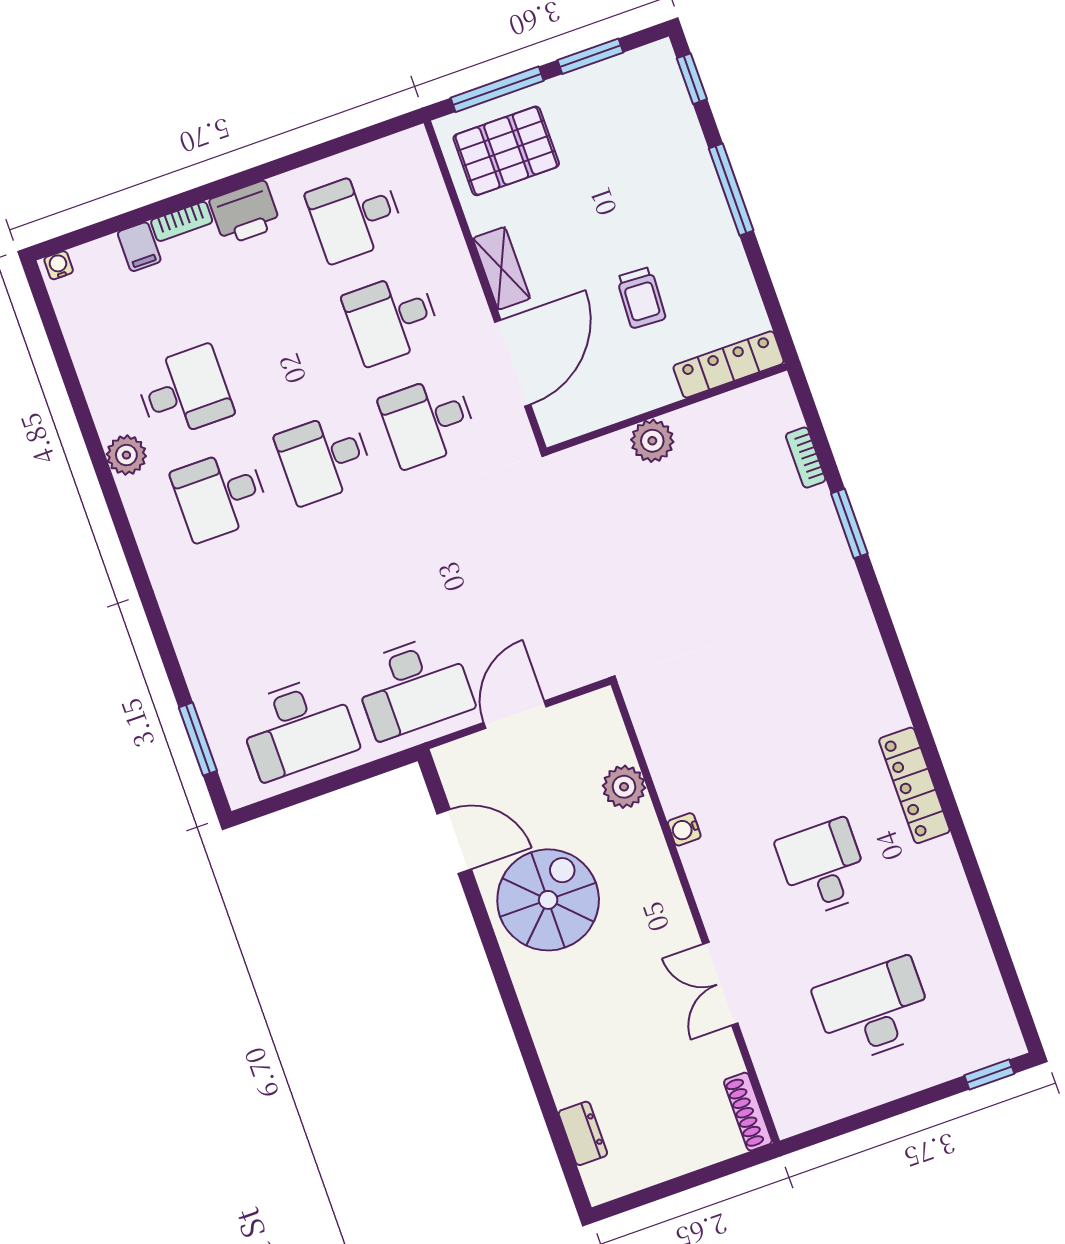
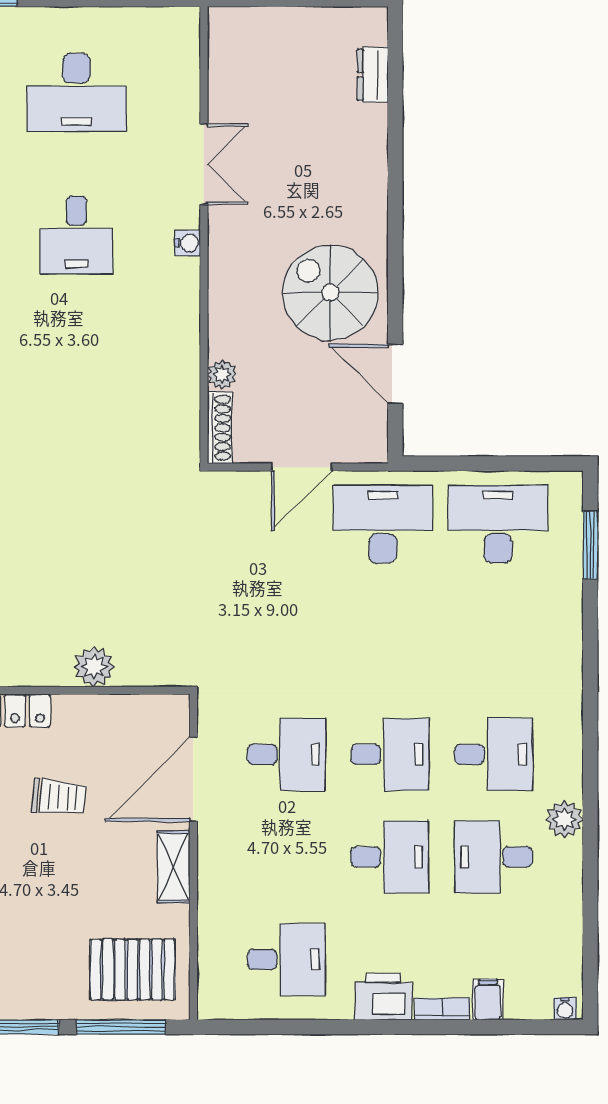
trolley: (641, 298) -> (59, 797), turned 92
desk: (392, 318) -> (390, 857), moved
plant: (624, 787) -> (222, 374), width x0.73, depth x0.73
water cooler: (684, 829) -> (188, 243), moved
spiral stairs: (548, 900) -> (330, 293), turned 90
shoe rack: (748, 1112) -> (220, 428), moved

